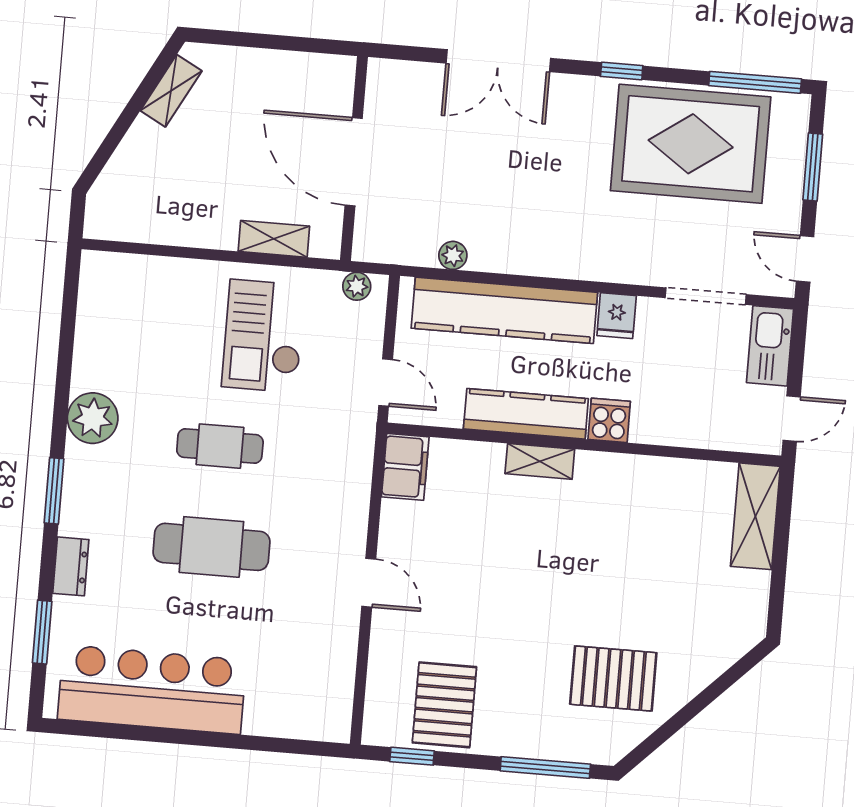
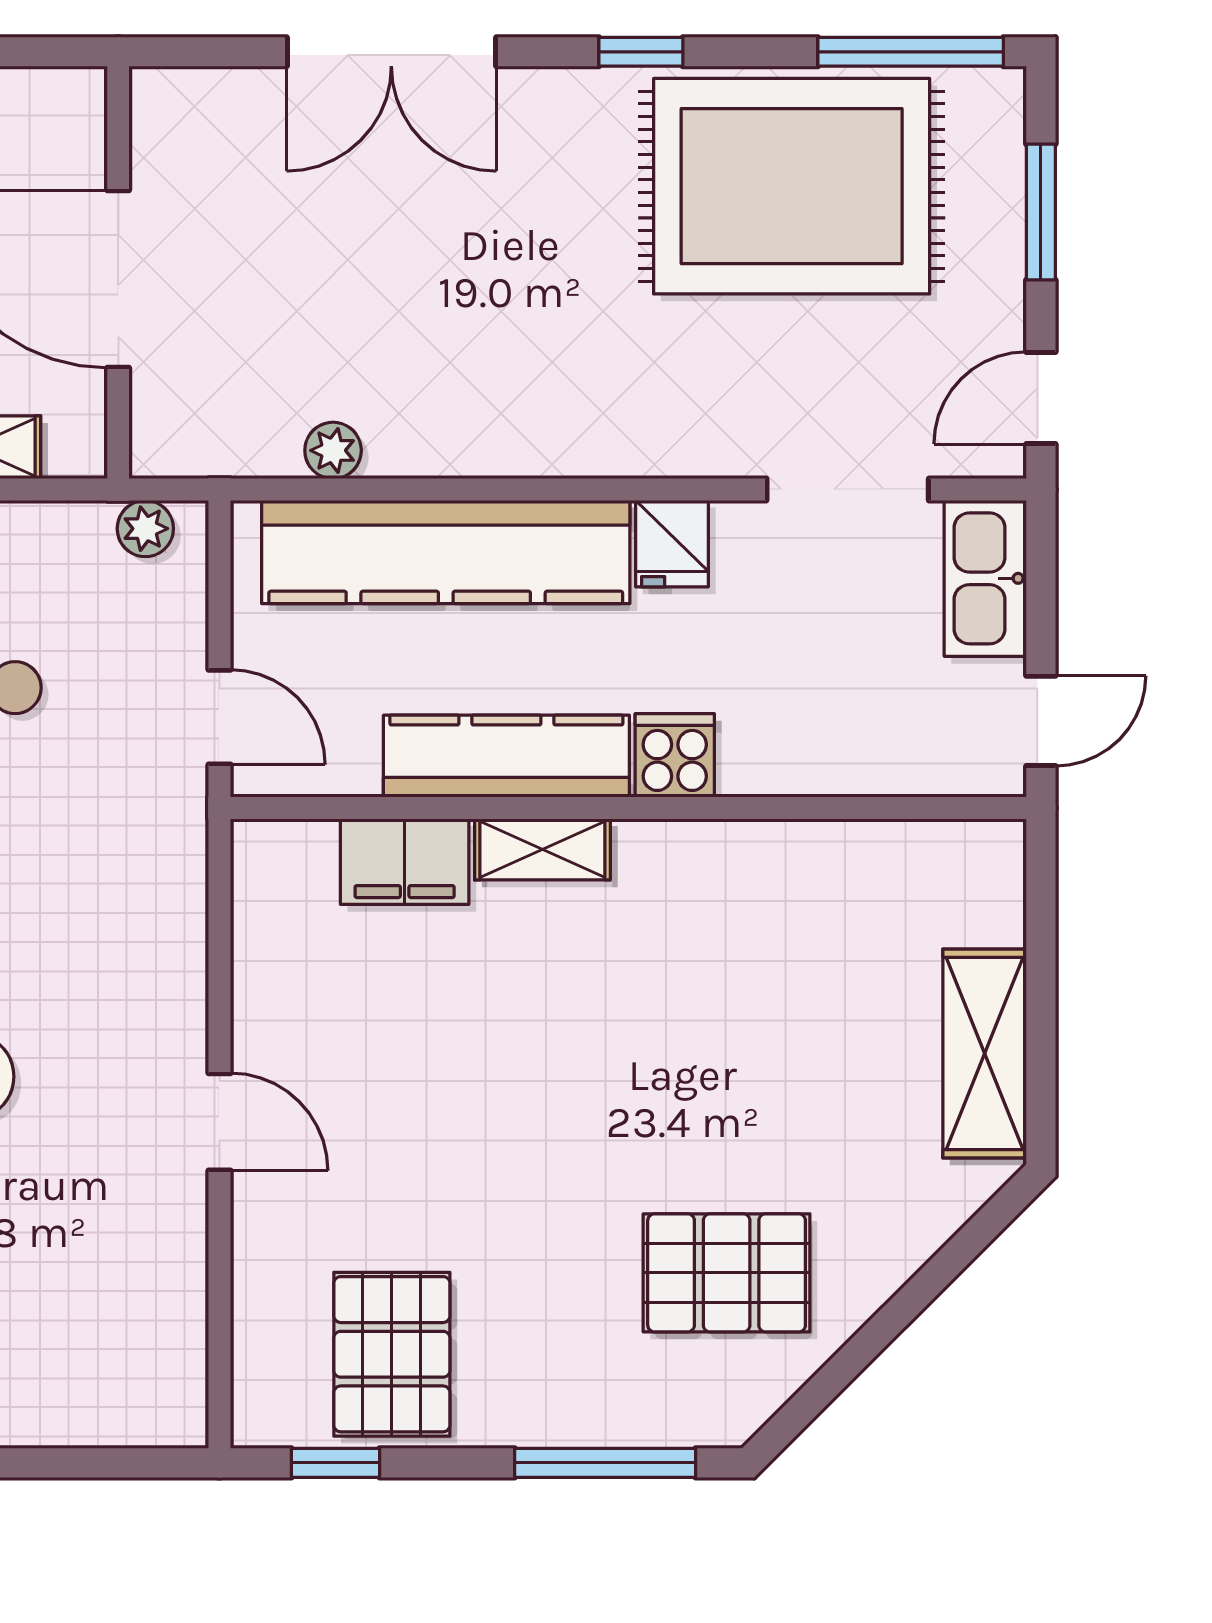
door: (805, 259) -> (1041, 398), hinge flipped
filing cabinet: (405, 467) -> (405, 862), moved, turned 90
shelving: (755, 516) -> (985, 1053), moved

